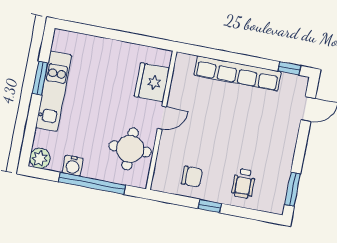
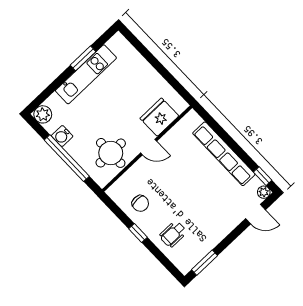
plant: (301, 83) -> (264, 192), added

